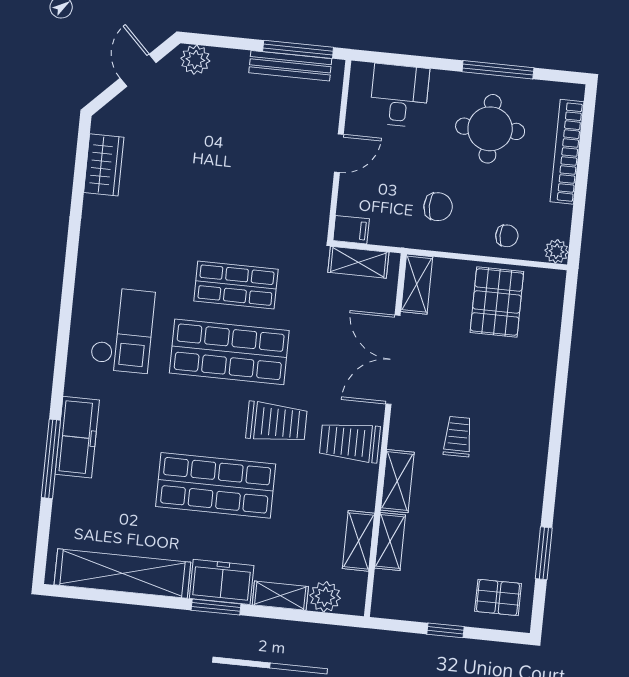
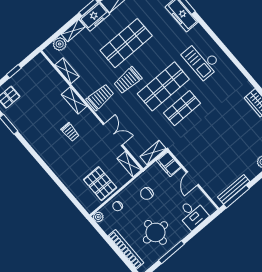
filing cabinet: (351, 230) -> (169, 164), width x2.00
double door: (393, 360) -> (113, 135), width x0.73
shelving: (390, 541) -> (58, 80), removed

